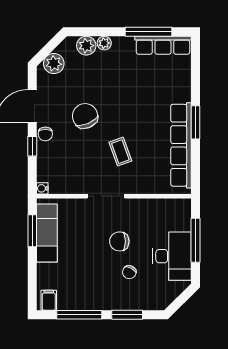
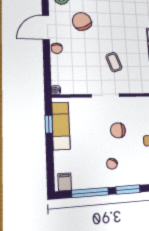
chair: (85, 116) -> (82, 21), moved
window: (32, 146) -> (47, 57), removed
window: (32, 231) -> (49, 124), width x0.67
chair: (129, 272) -> (112, 164), moved

